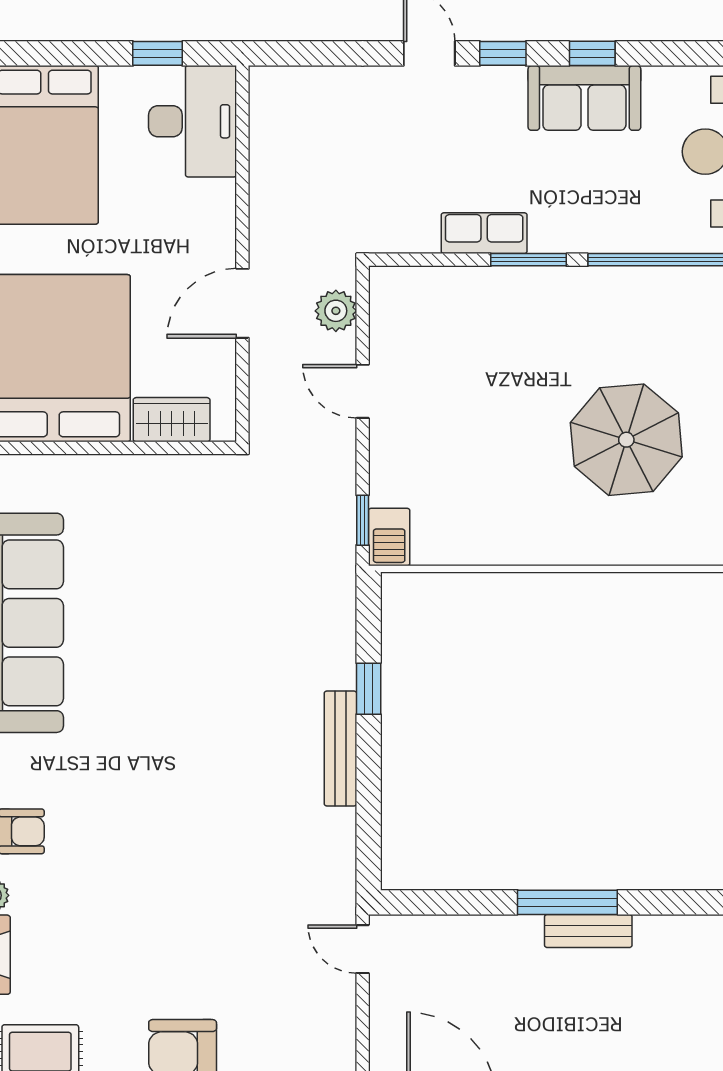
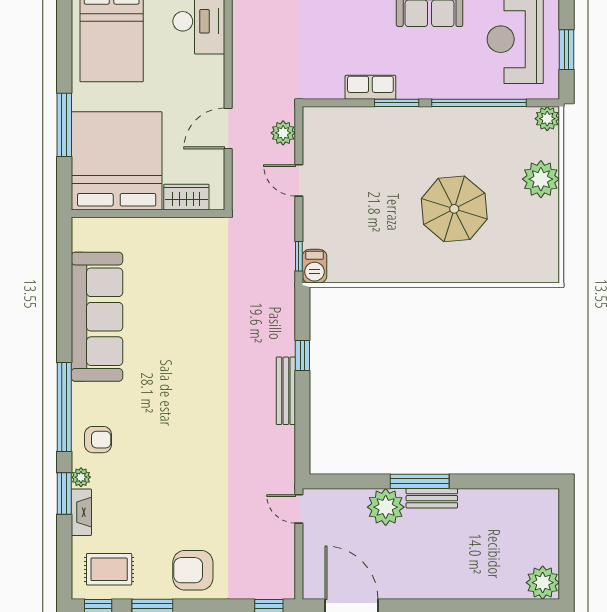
plant: (510, 946) -> (386, 507), added

